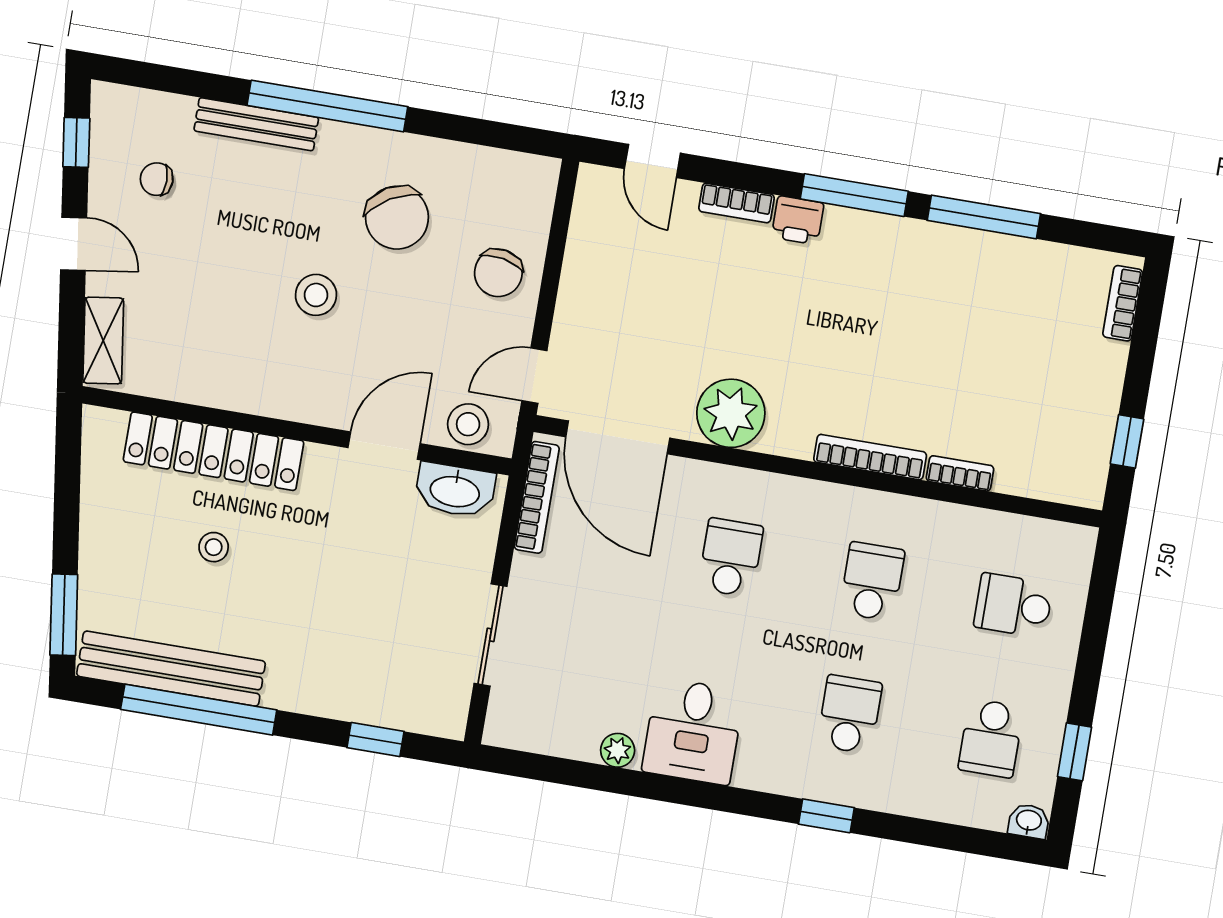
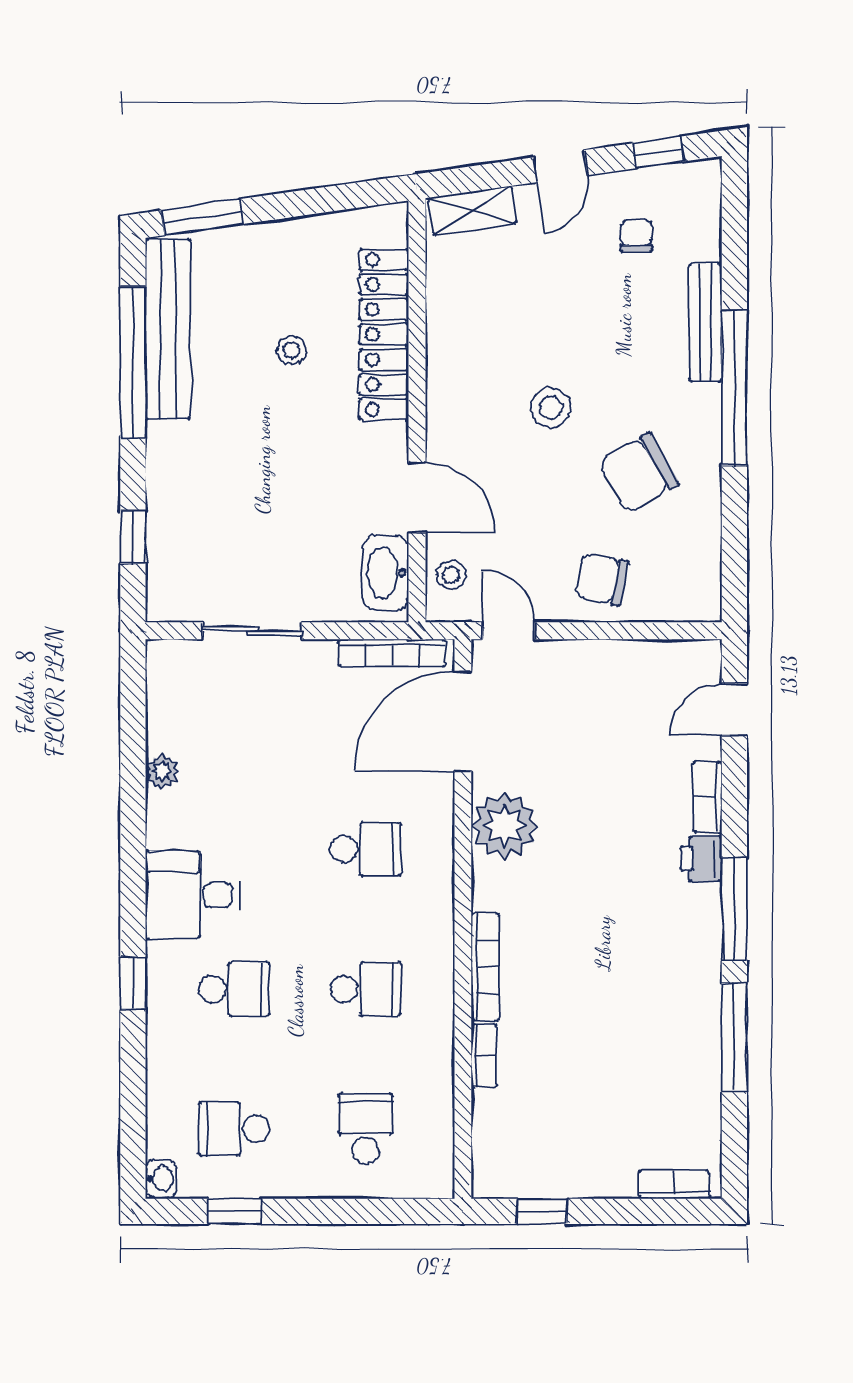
stool: (468, 424) -> (451, 575), width x0.73, depth x0.73
desk: (693, 731) -> (193, 895), moved

